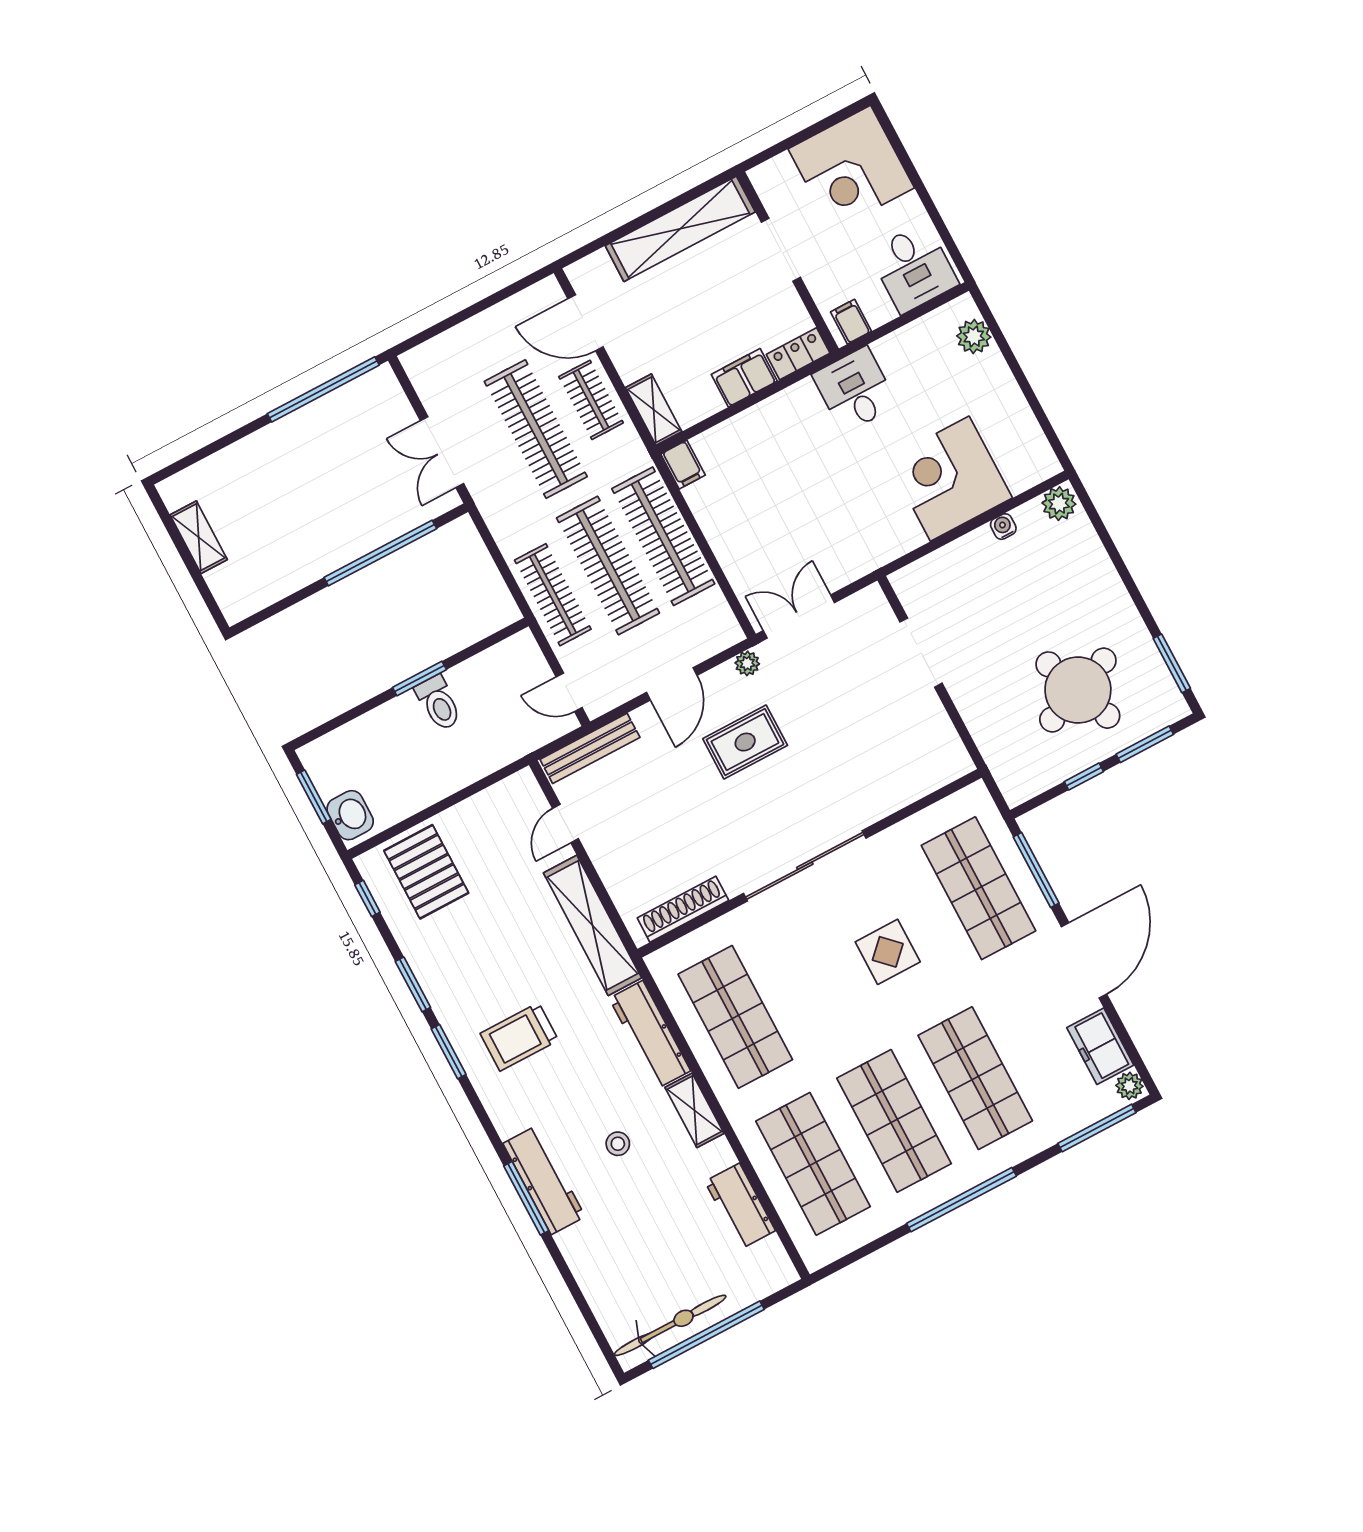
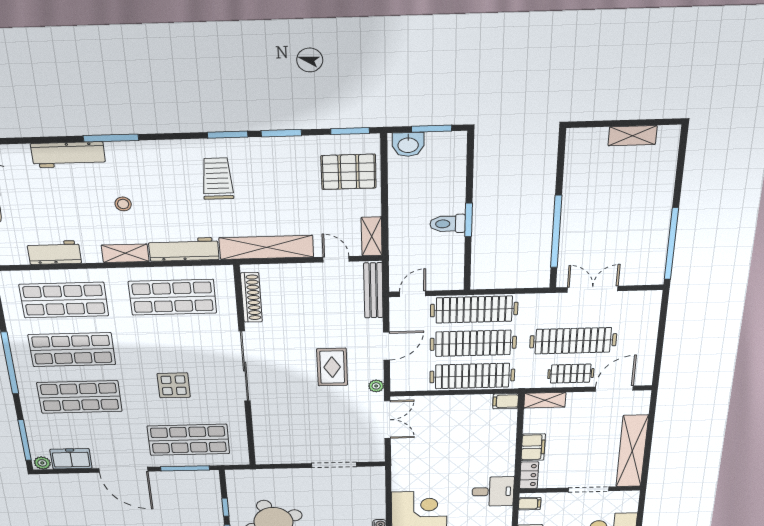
clothes rail: (553, 595) -> (474, 310), width x1.37, depth x1.31
door: (672, 684) -> (386, 346), swing flipped
shelving: (507, 794) -> (372, 236), added
window: (367, 898) -> (350, 131), width x1.50
workbench: (544, 1180) -> (68, 155), moved

